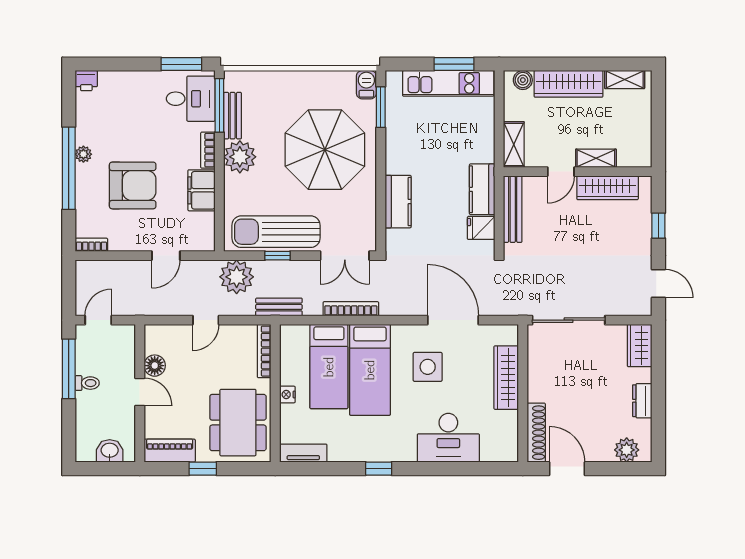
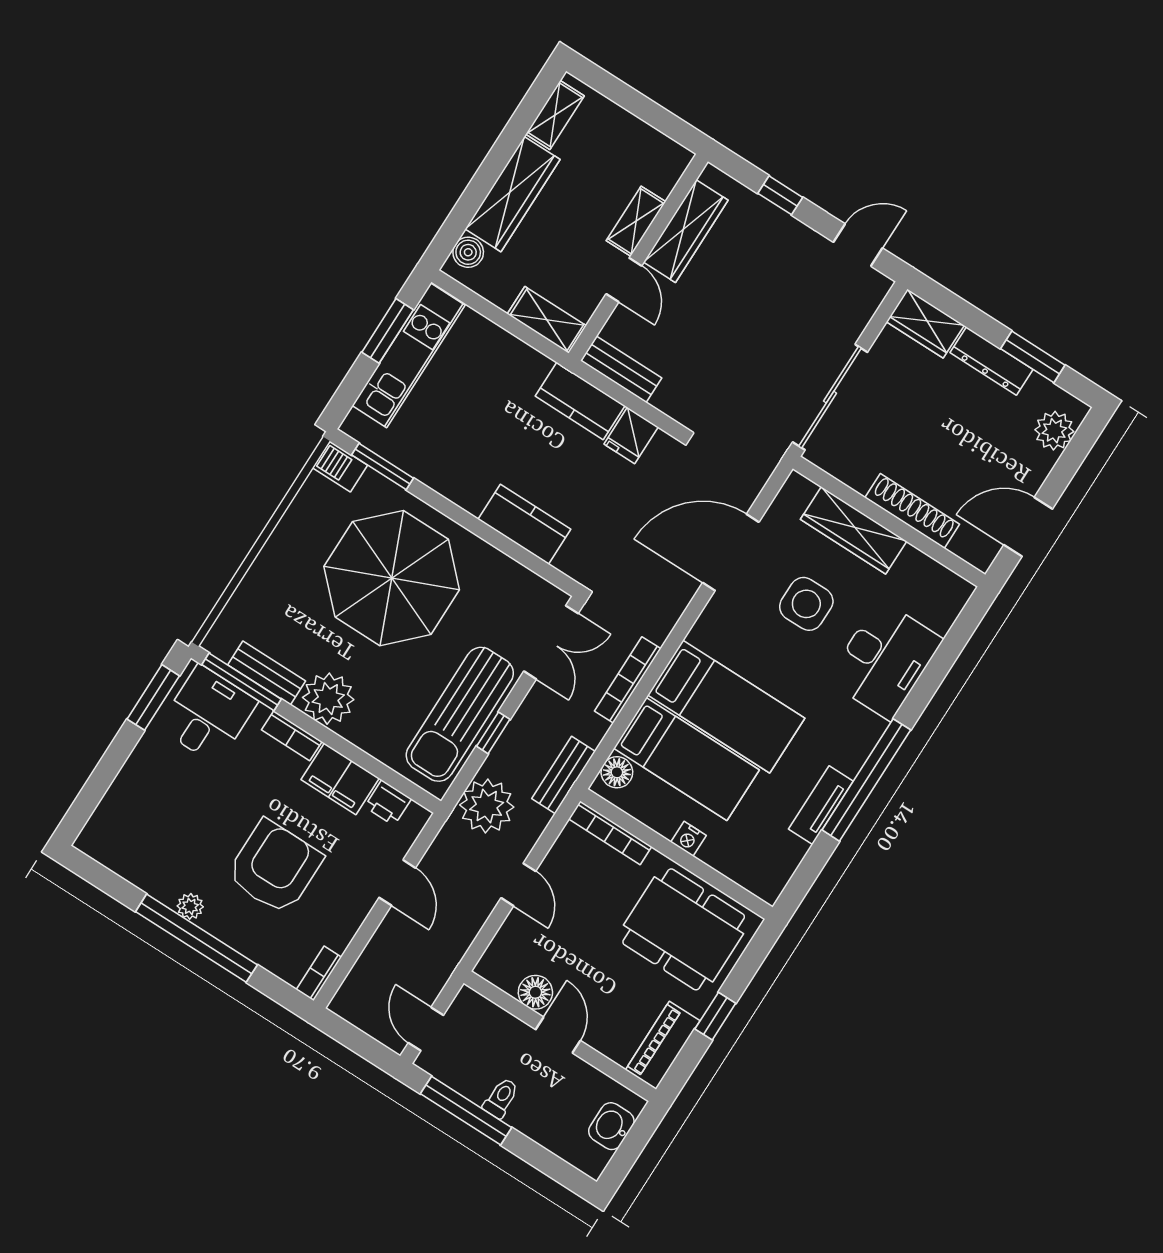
printer: (86, 81) -> (388, 803), moved, turned 90
bench: (513, 209) -> (621, 369), width x0.73
floor lamp: (298, 334) -> (617, 772), added
side table: (428, 367) -> (806, 604), moved
door: (140, 392) -> (558, 1035), hinge flipped
dresser: (642, 401) -> (992, 361), width x1.44
window: (658, 414) -> (1033, 357), added
shoe rack: (536, 433) -> (912, 511), moved
tv unit: (303, 453) -> (821, 805), moved
window: (379, 469) -> (866, 780), width x3.17

